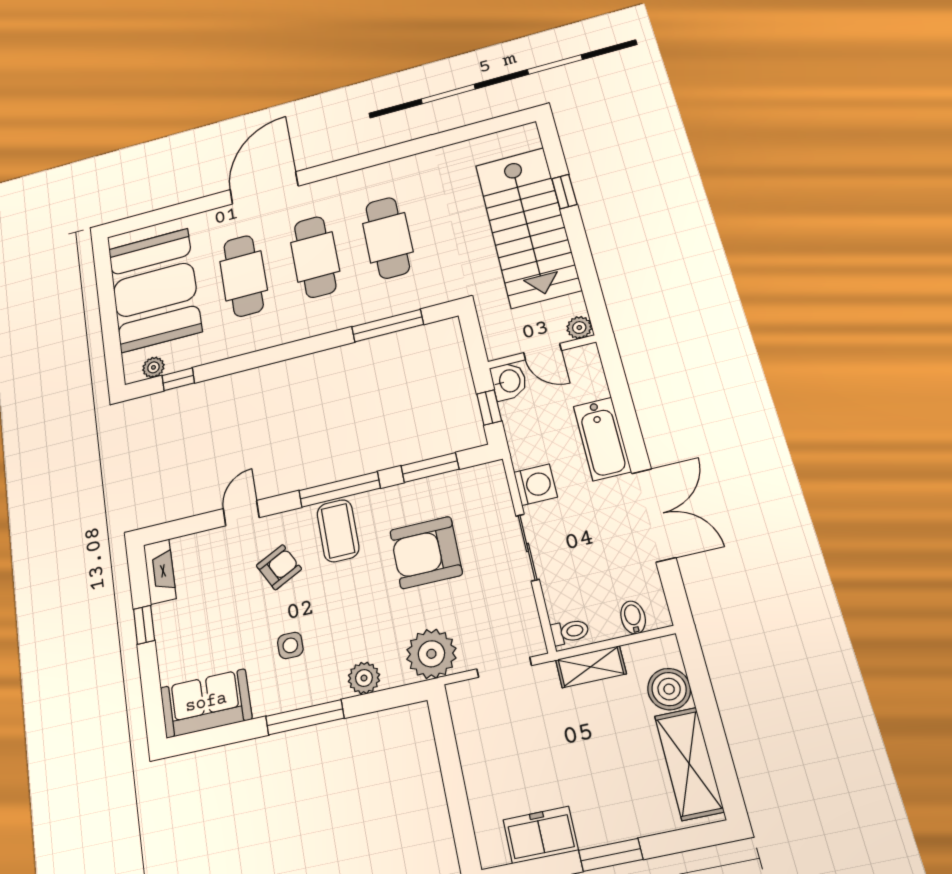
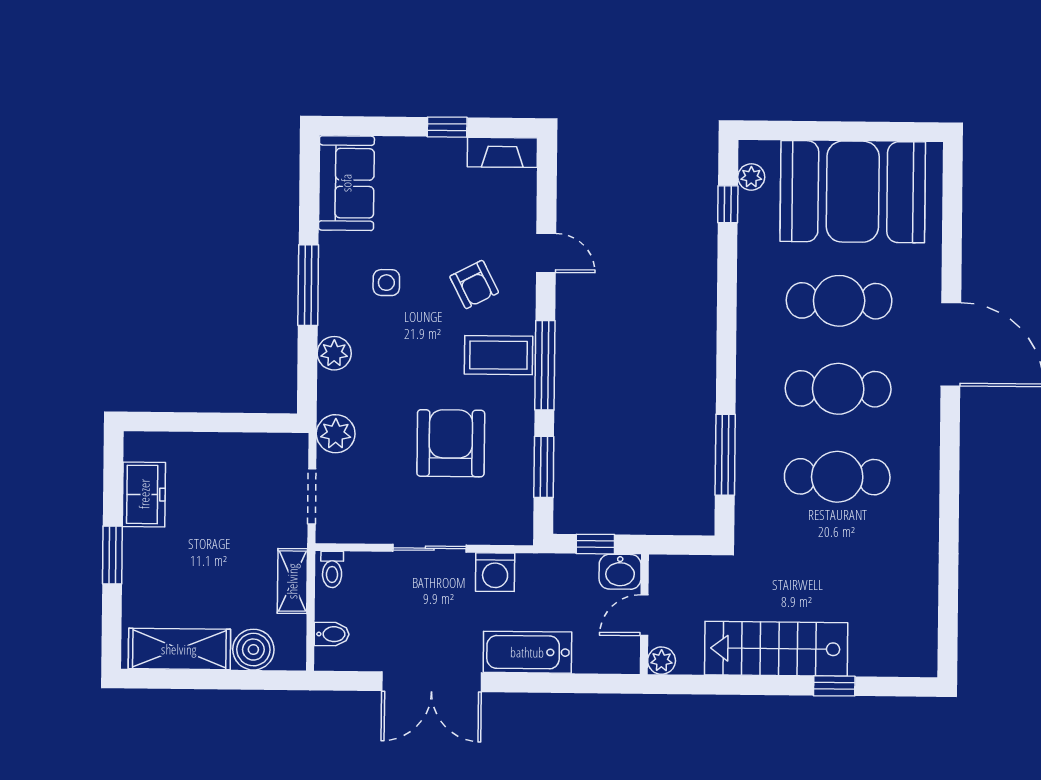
stairs: (528, 227) -> (776, 649), width x0.73, depth x0.66
plant: (431, 654) -> (336, 434), width x0.73, depth x0.73

